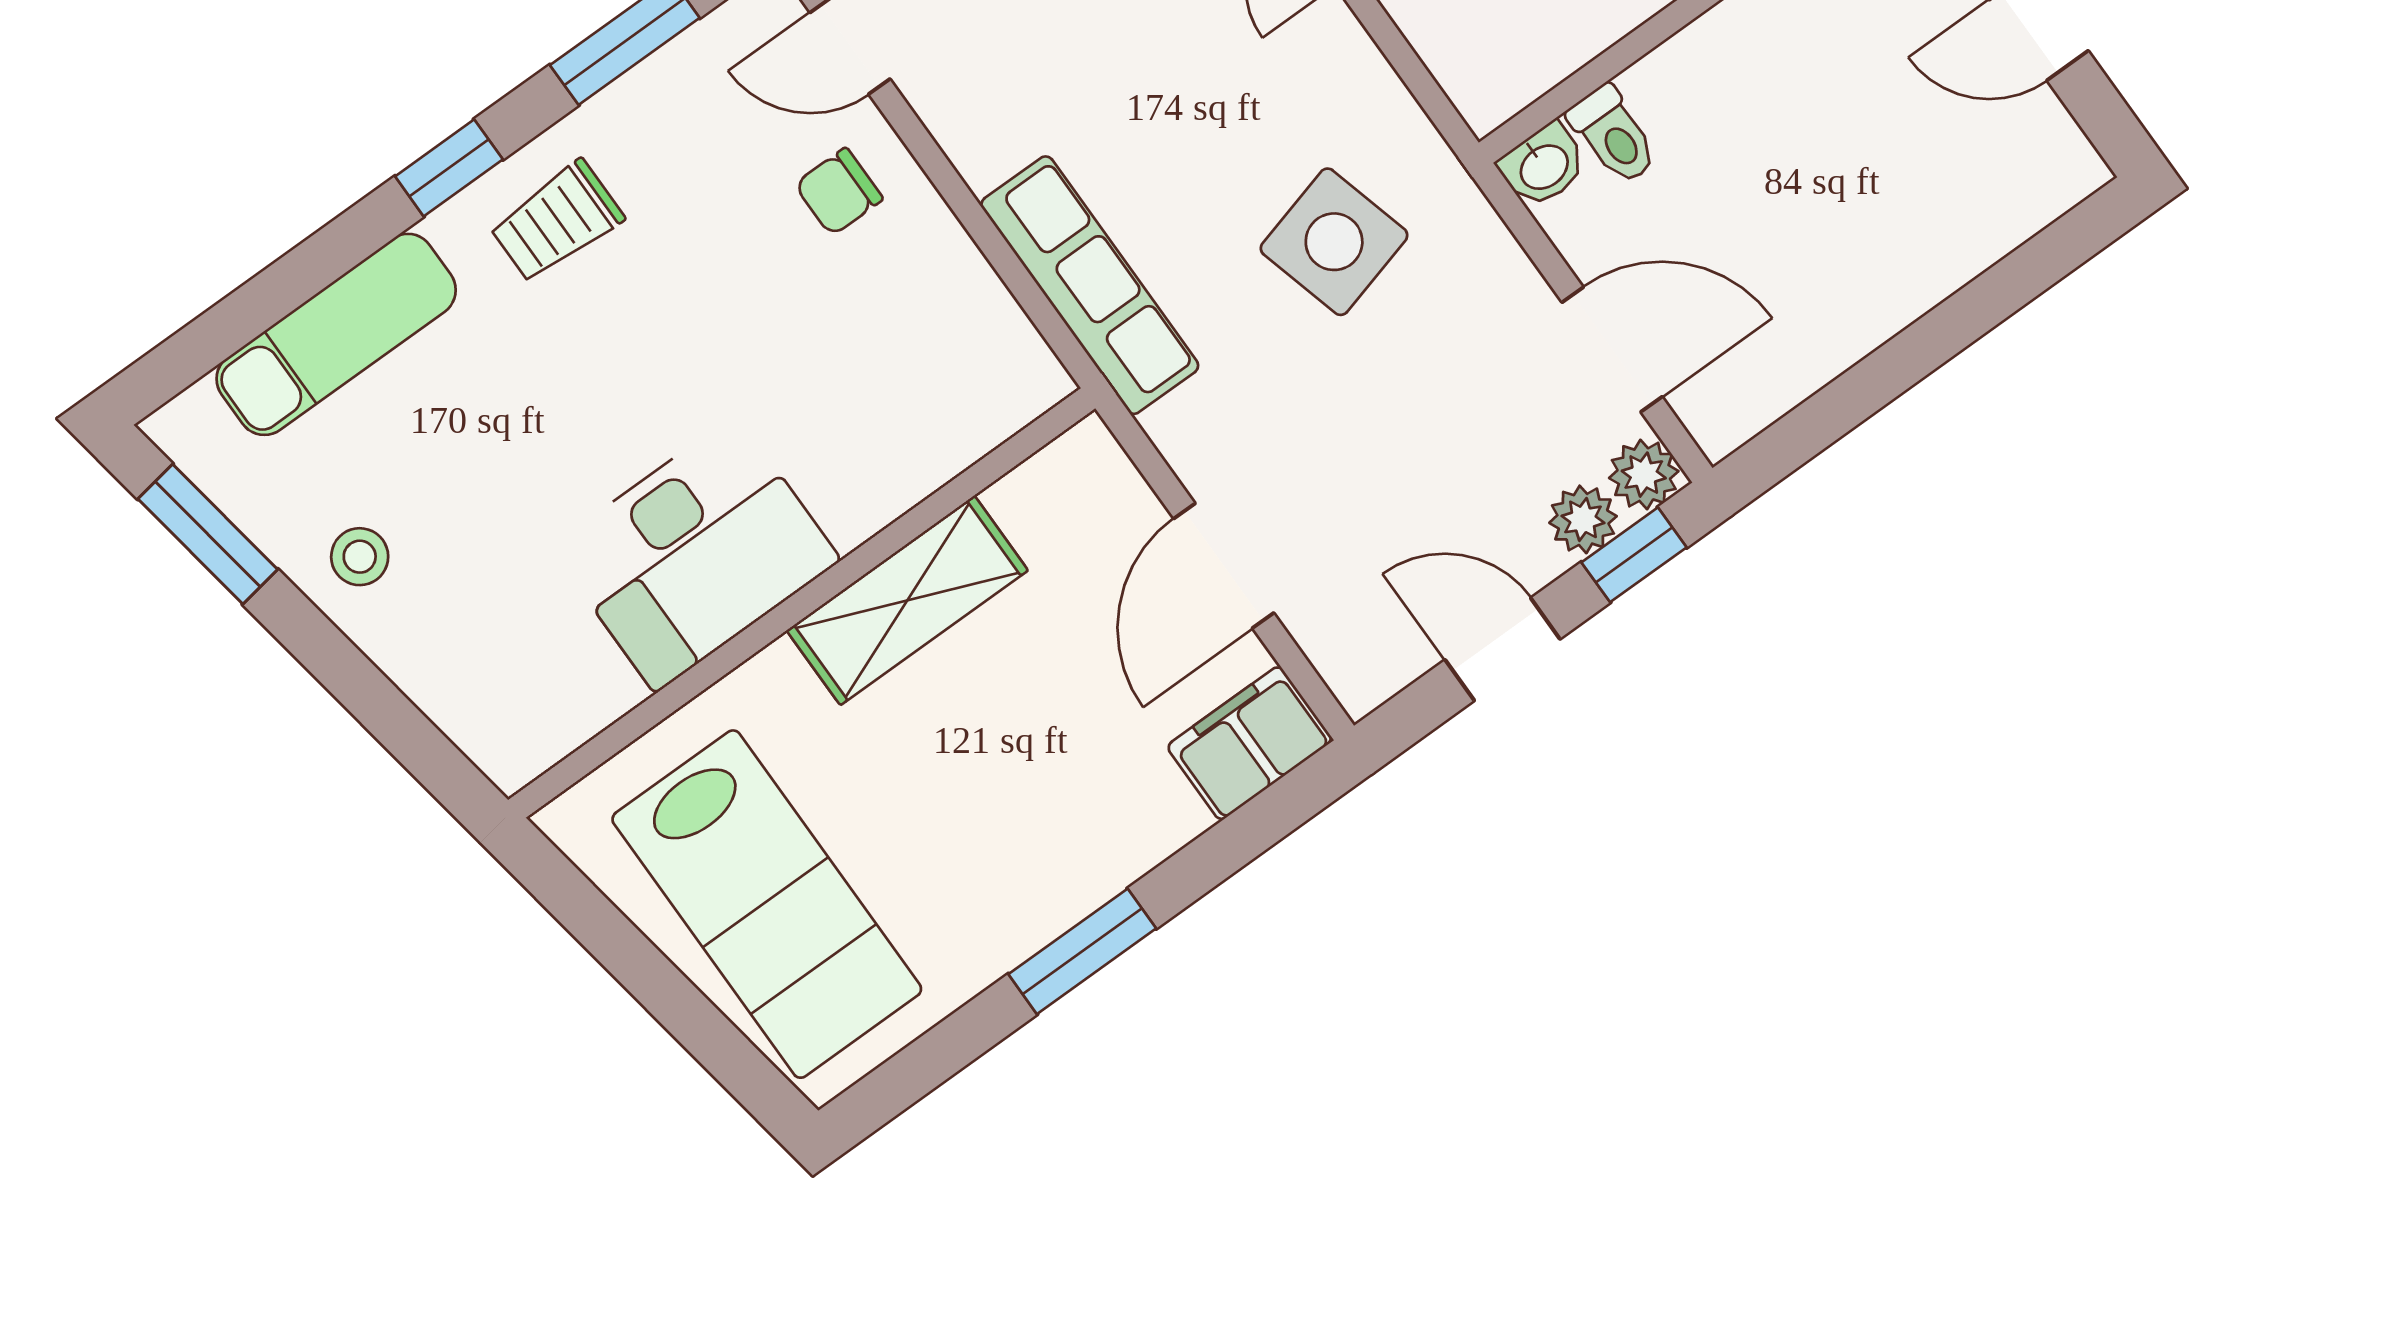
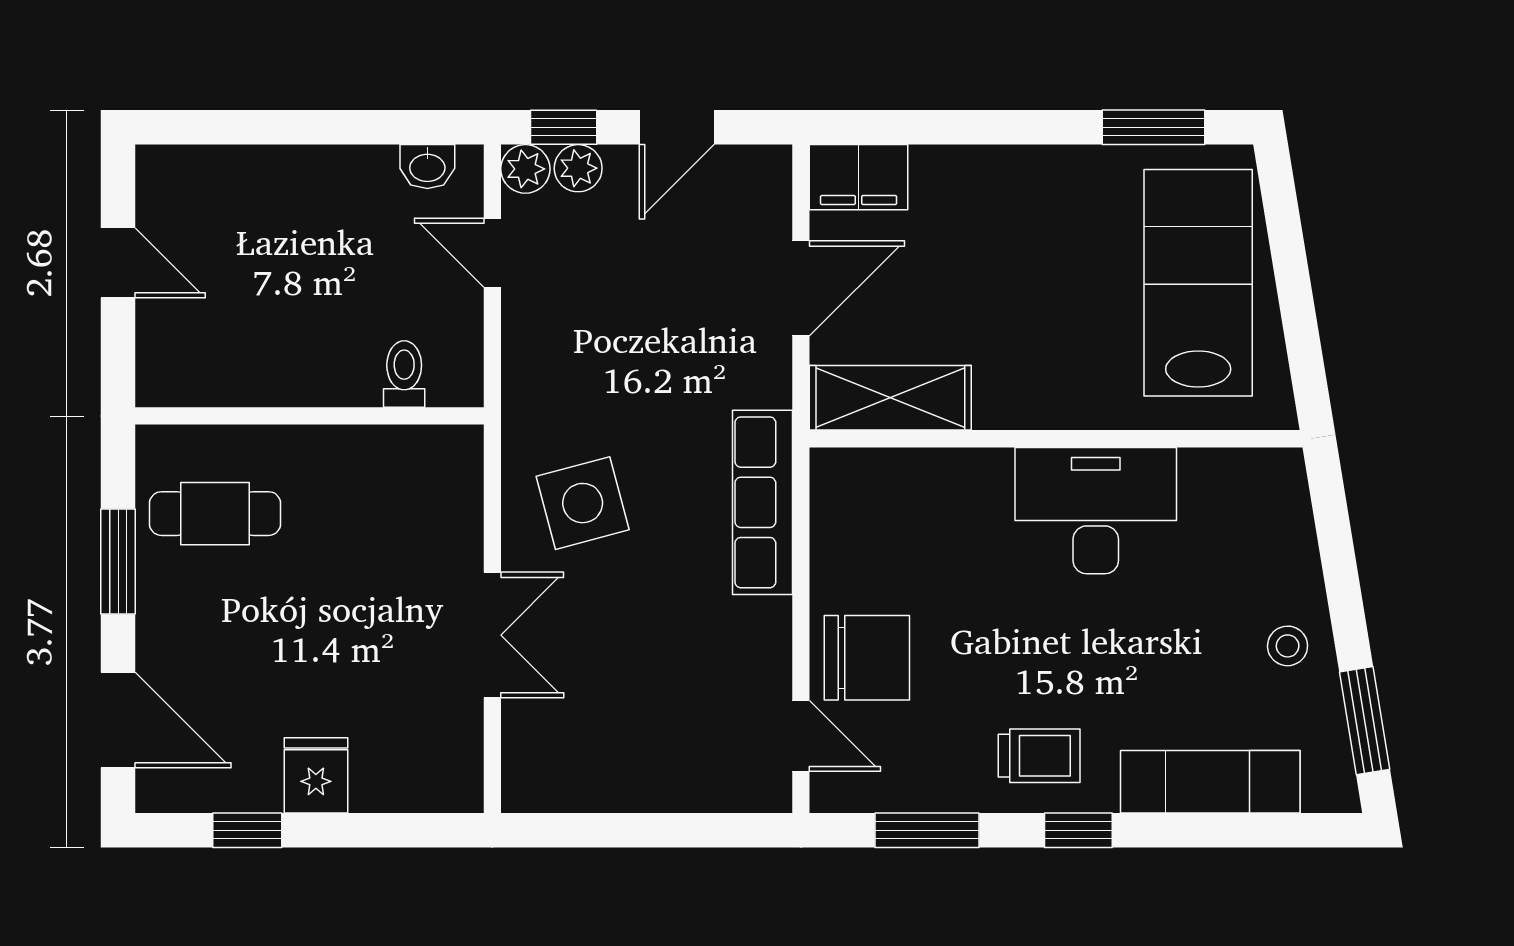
washbasin: (1543, 166) -> (427, 167), moved, turned 180
chair: (839, 192) -> (867, 658), width x1.87, depth x1.87
side table: (1334, 242) -> (583, 503), moved
door: (1612, 350) -> (492, 253), width x0.73
shelving: (907, 600) -> (890, 398), moved
door: (1503, 649) -> (677, 127), hinge flipped
window: (1082, 951) -> (1153, 127), moved

